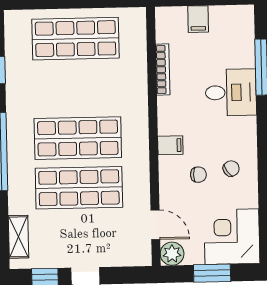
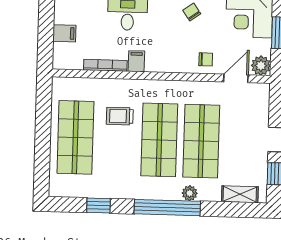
trolley: (104, 90) -> (120, 116), added
filing cabinet: (170, 145) -> (136, 61), moved
chair: (198, 175) -> (206, 59), moved, turned 90
plant: (17, 177) -> (190, 193), added

